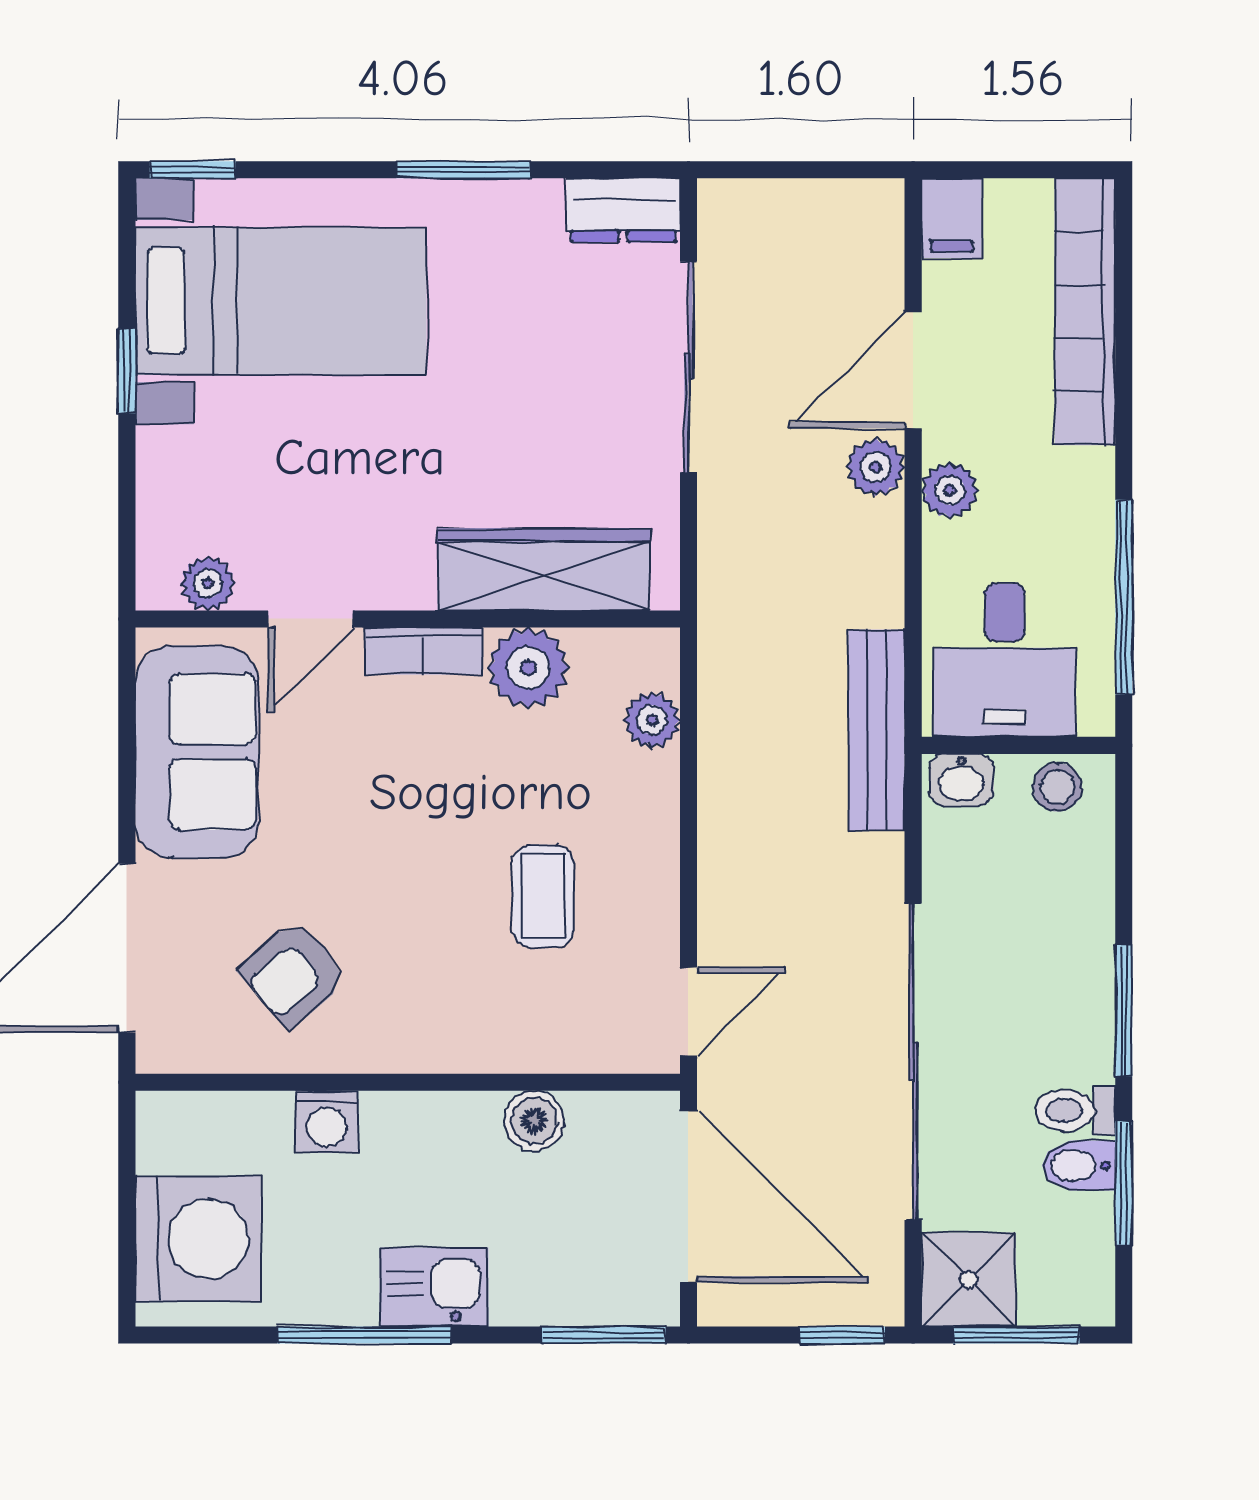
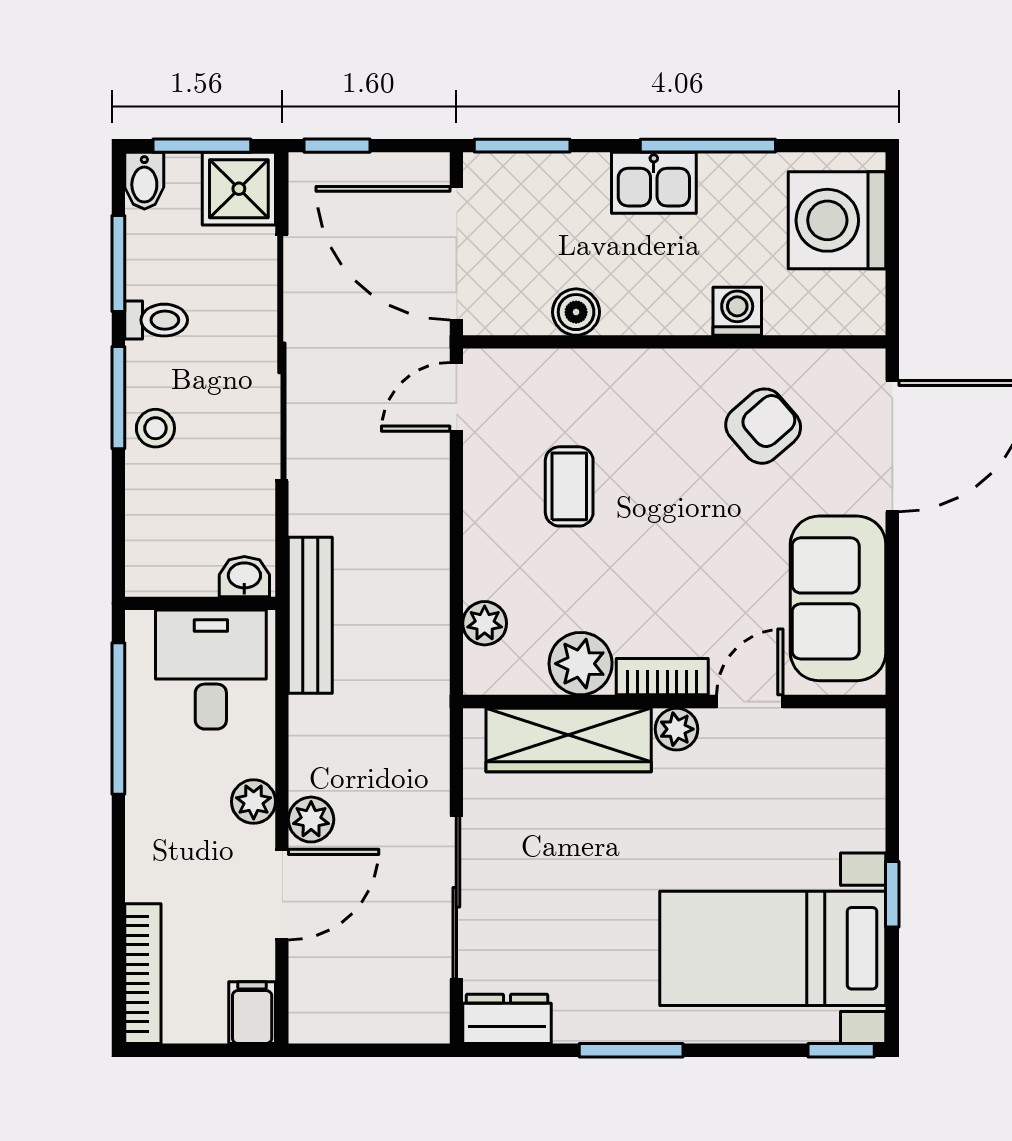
bookcase: (1085, 312) -> (143, 974), width x0.68, depth x0.76
plant: (208, 583) -> (677, 729), moved
stool: (1057, 787) -> (155, 428), moved
bidet: (1079, 1166) -> (144, 181), moved, turned 90

